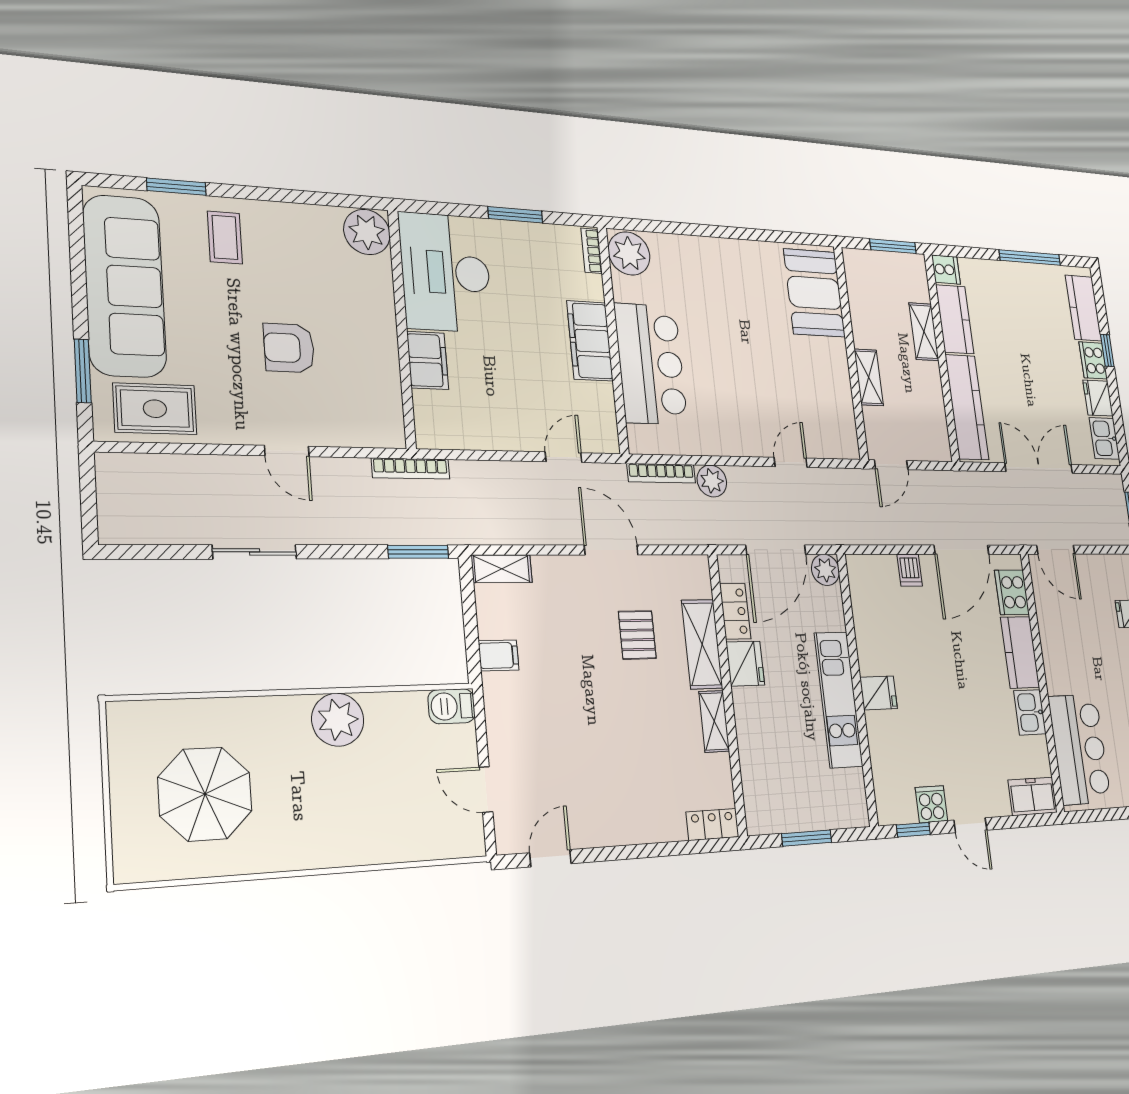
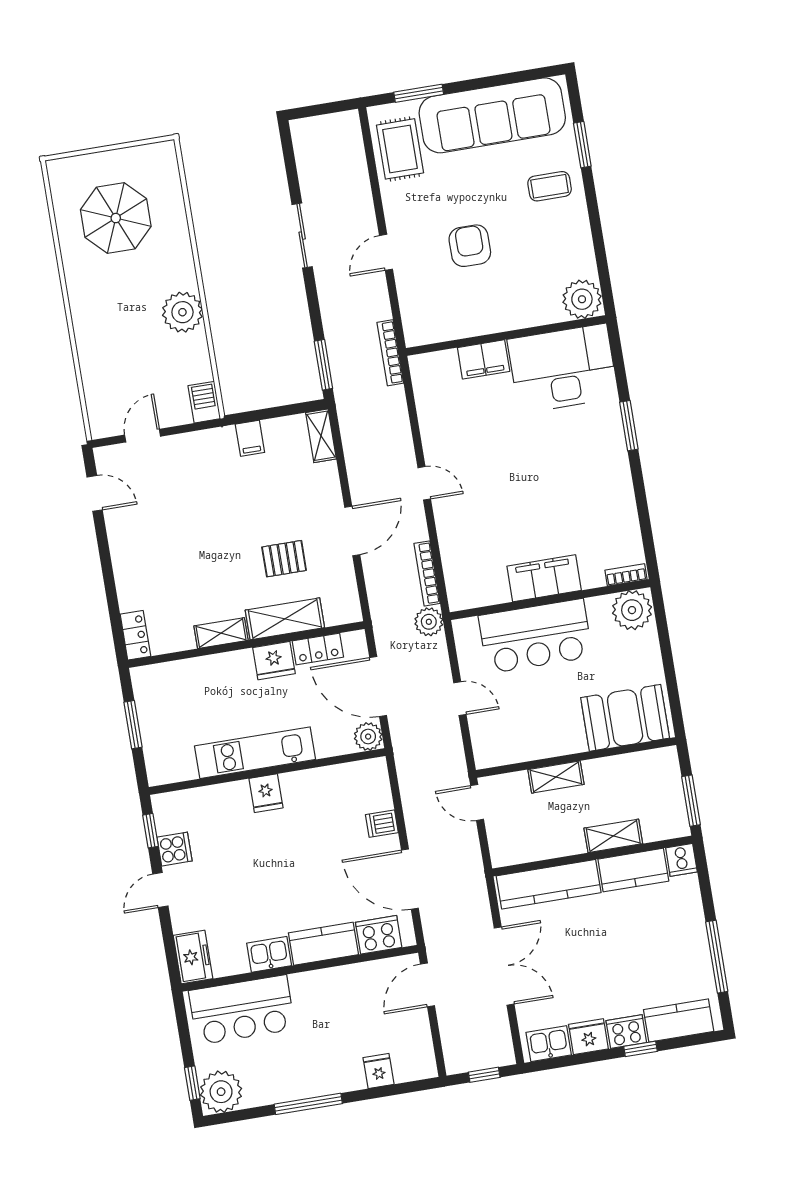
bookcase: (592, 251) -> (626, 575), moved
plant: (629, 254) -> (632, 610), moved
wall: (613, 340) -> (550, 600), moved
filing cabinet: (590, 341) -> (544, 578), moved
bar counter: (651, 364) -> (535, 636), moved

